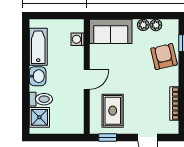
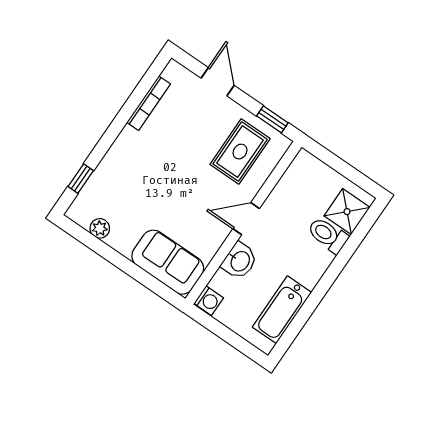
plant: (143, 25) -> (117, 240), removed
washing machine: (77, 39) -> (209, 301), moved
armchair: (164, 57) -> (118, 177), removed
washbasin: (38, 76) -> (240, 261), moved, turned 180

